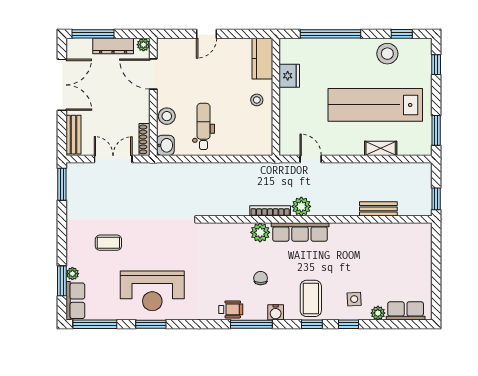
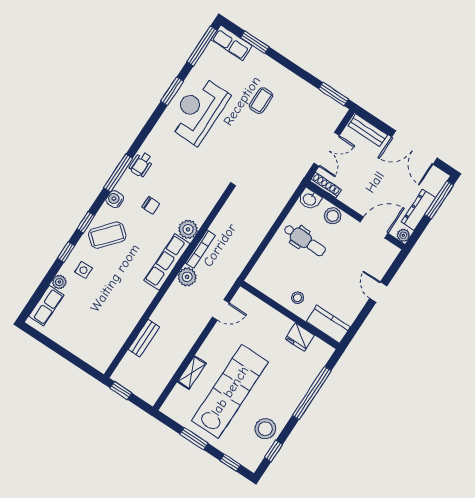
window: (436, 130) -> (194, 439), moved
plant: (72, 274) -> (255, 55), removed
coffee table: (311, 298) -> (107, 235), turned -49

